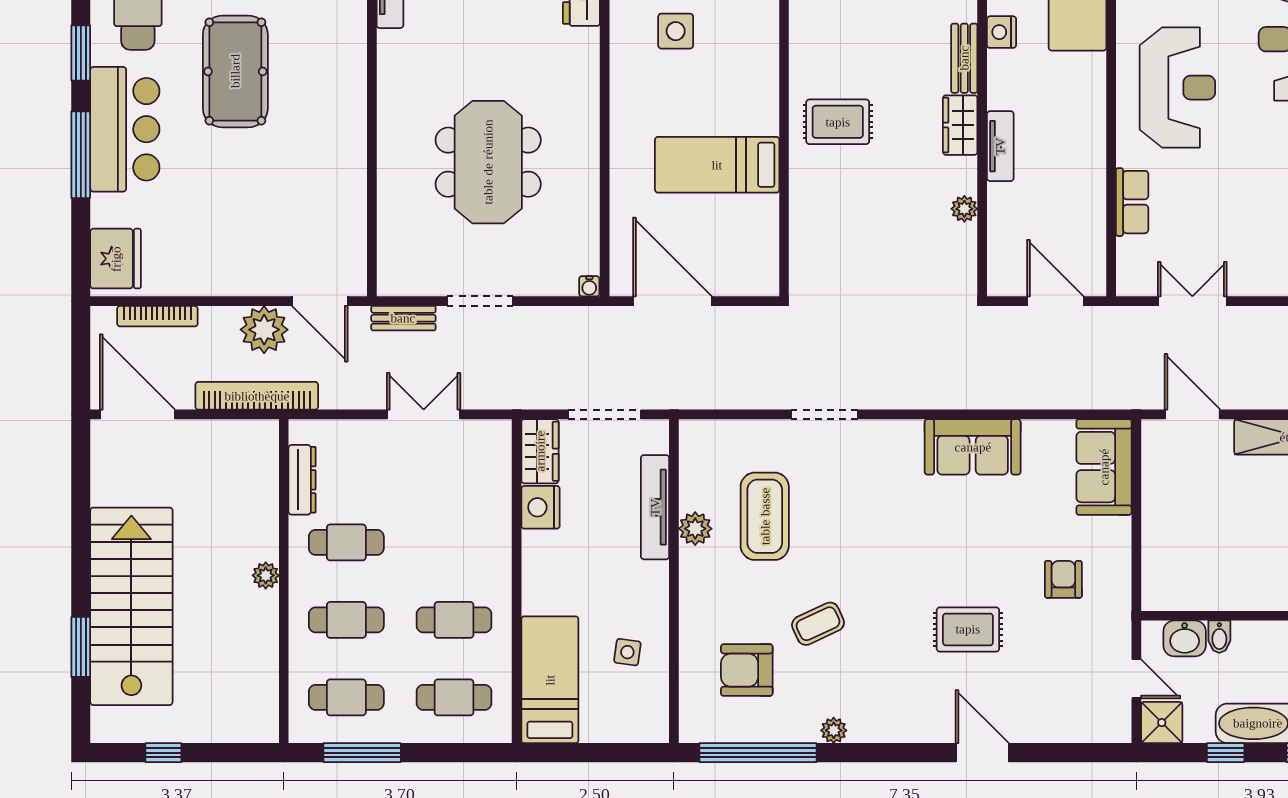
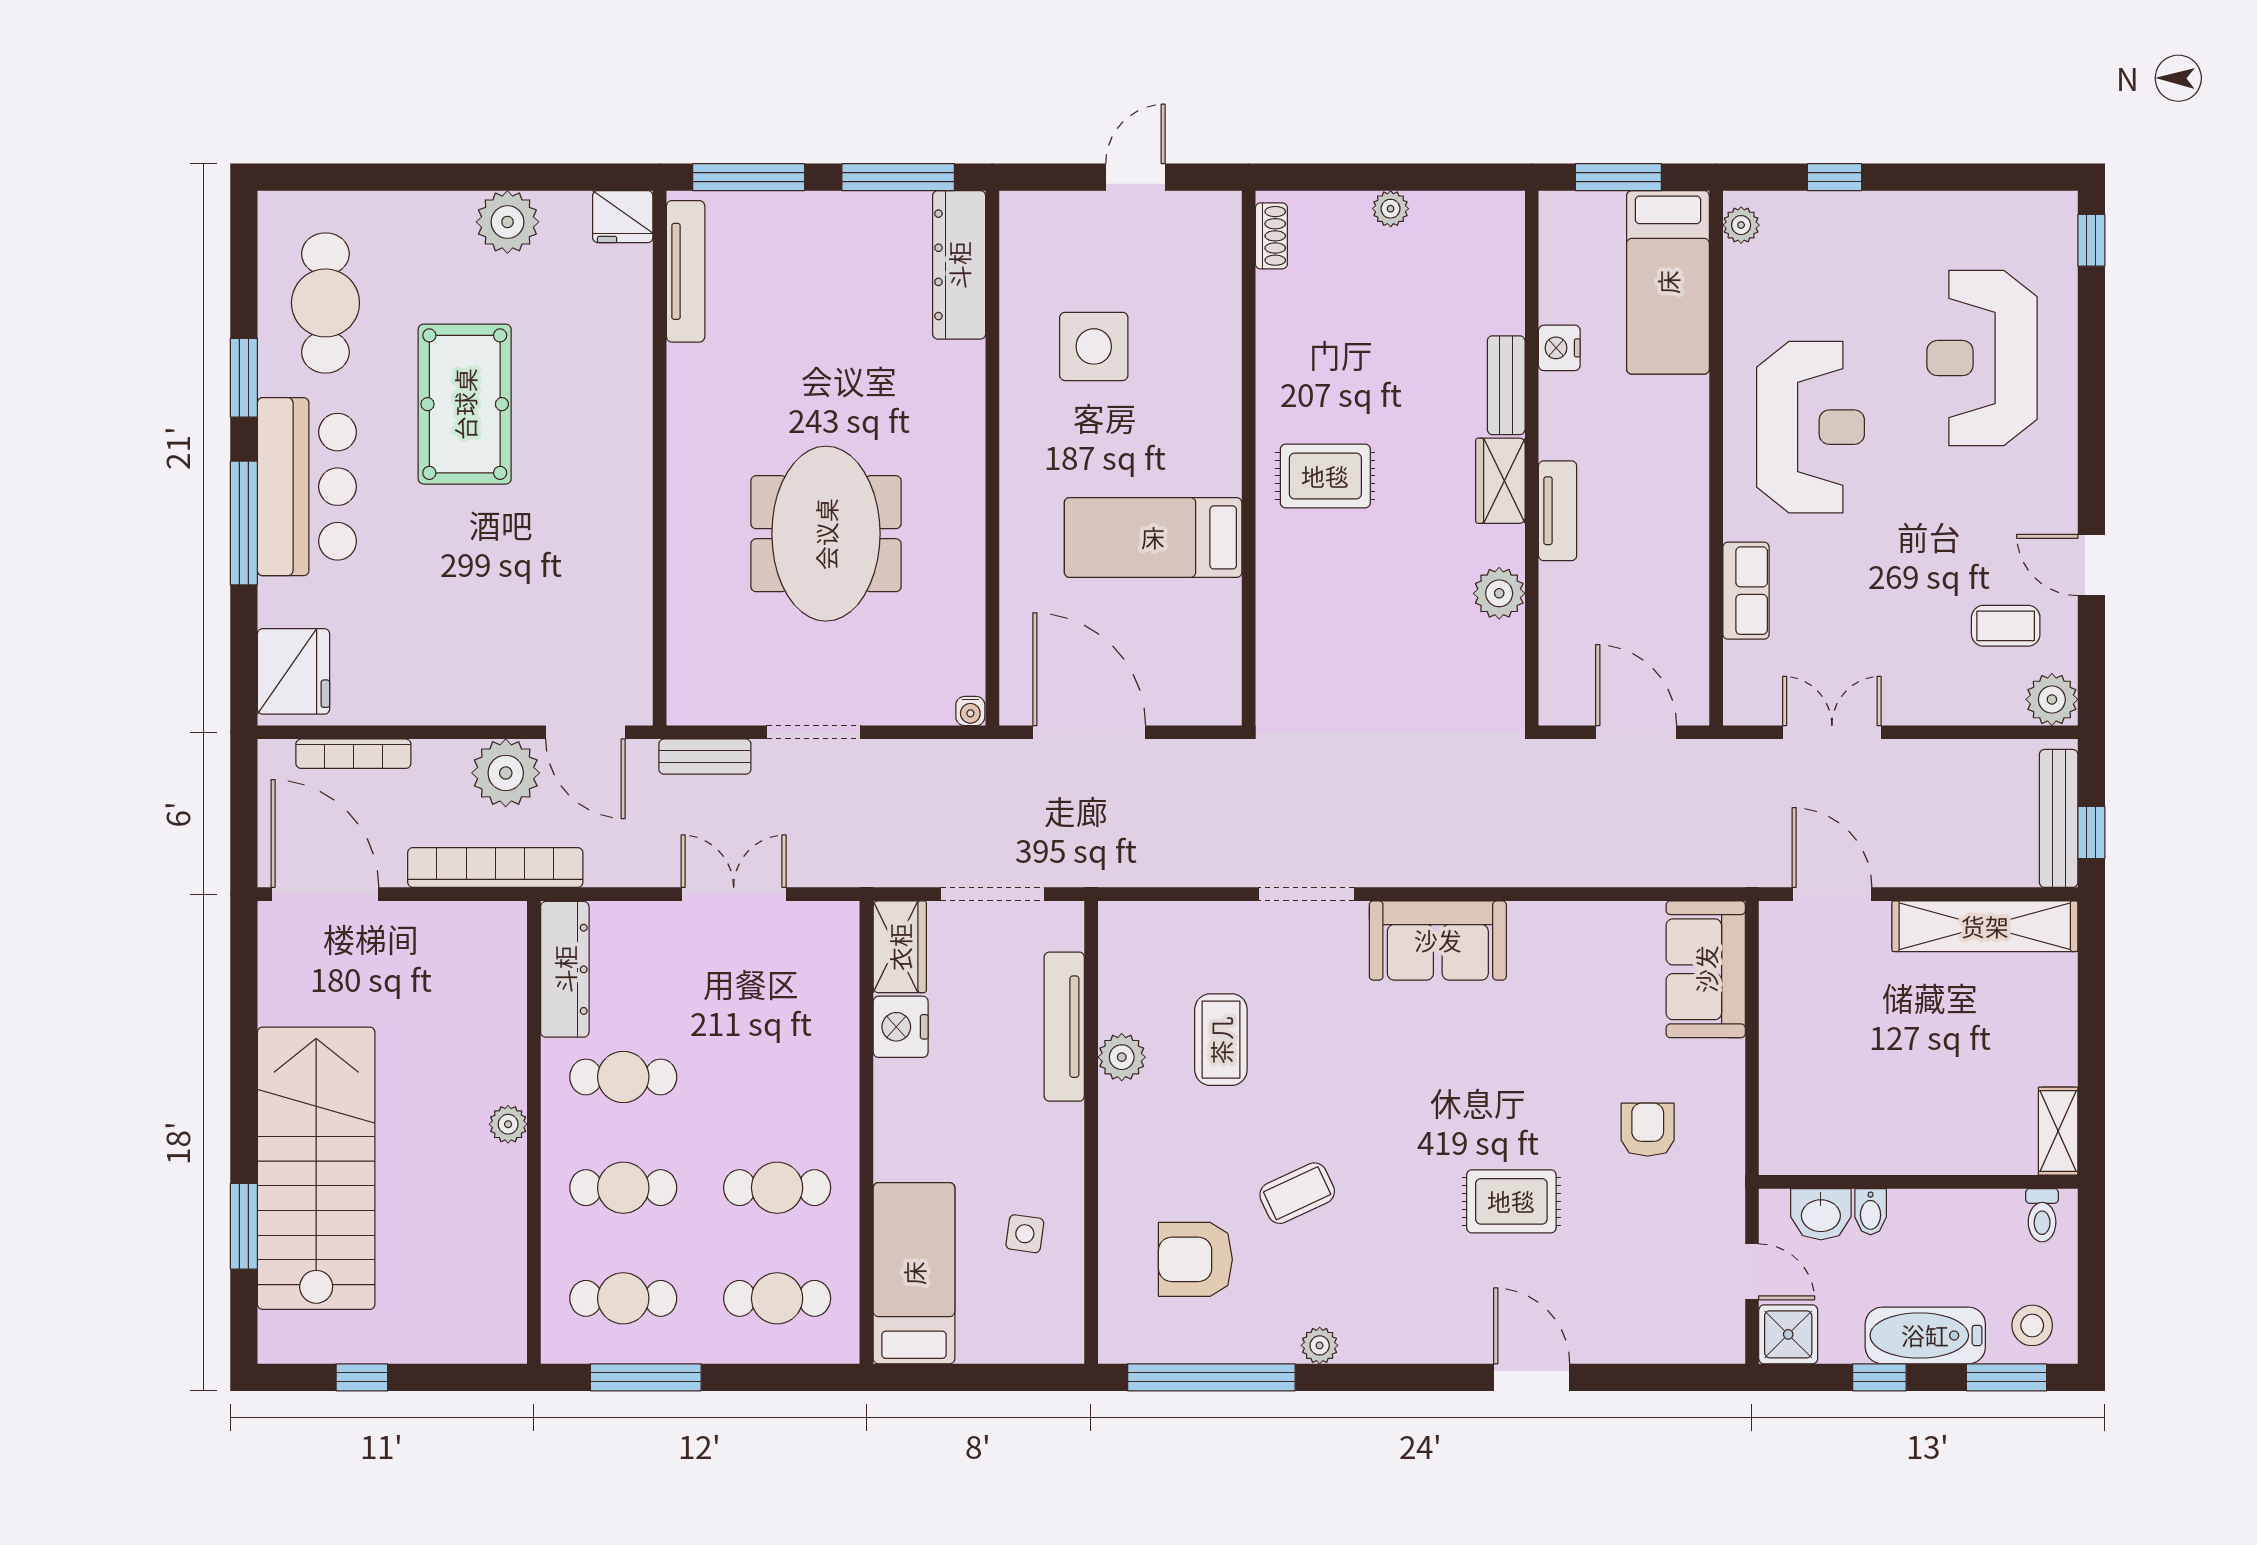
side table: (676, 31) -> (1094, 346), width x1.37, depth x1.37
plant: (964, 209) -> (1499, 593), width x1.38, depth x1.38
sofa: (973, 447) -> (1438, 940), moved
dresser: (302, 480) -> (565, 969), width x1.37, depth x1.24
coffee table: (765, 516) -> (1221, 1040), width x0.73, depth x0.76

